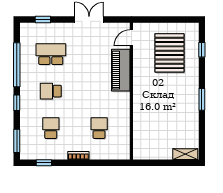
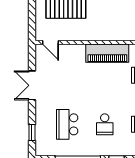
piano: (121, 70) -> (107, 53), moved

